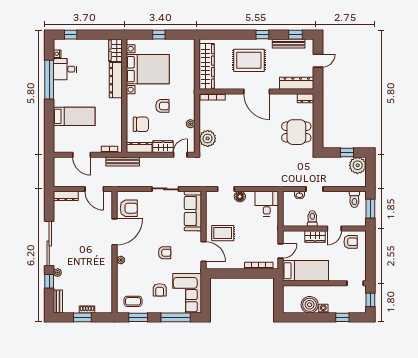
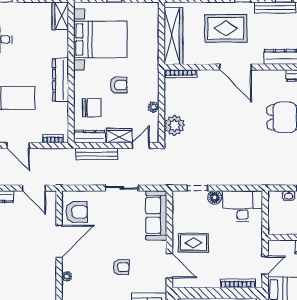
dresser: (116, 80) -> (61, 80), moved
bench: (123, 161) -> (97, 154), moved
desk: (267, 204) -> (243, 206), width x1.37

